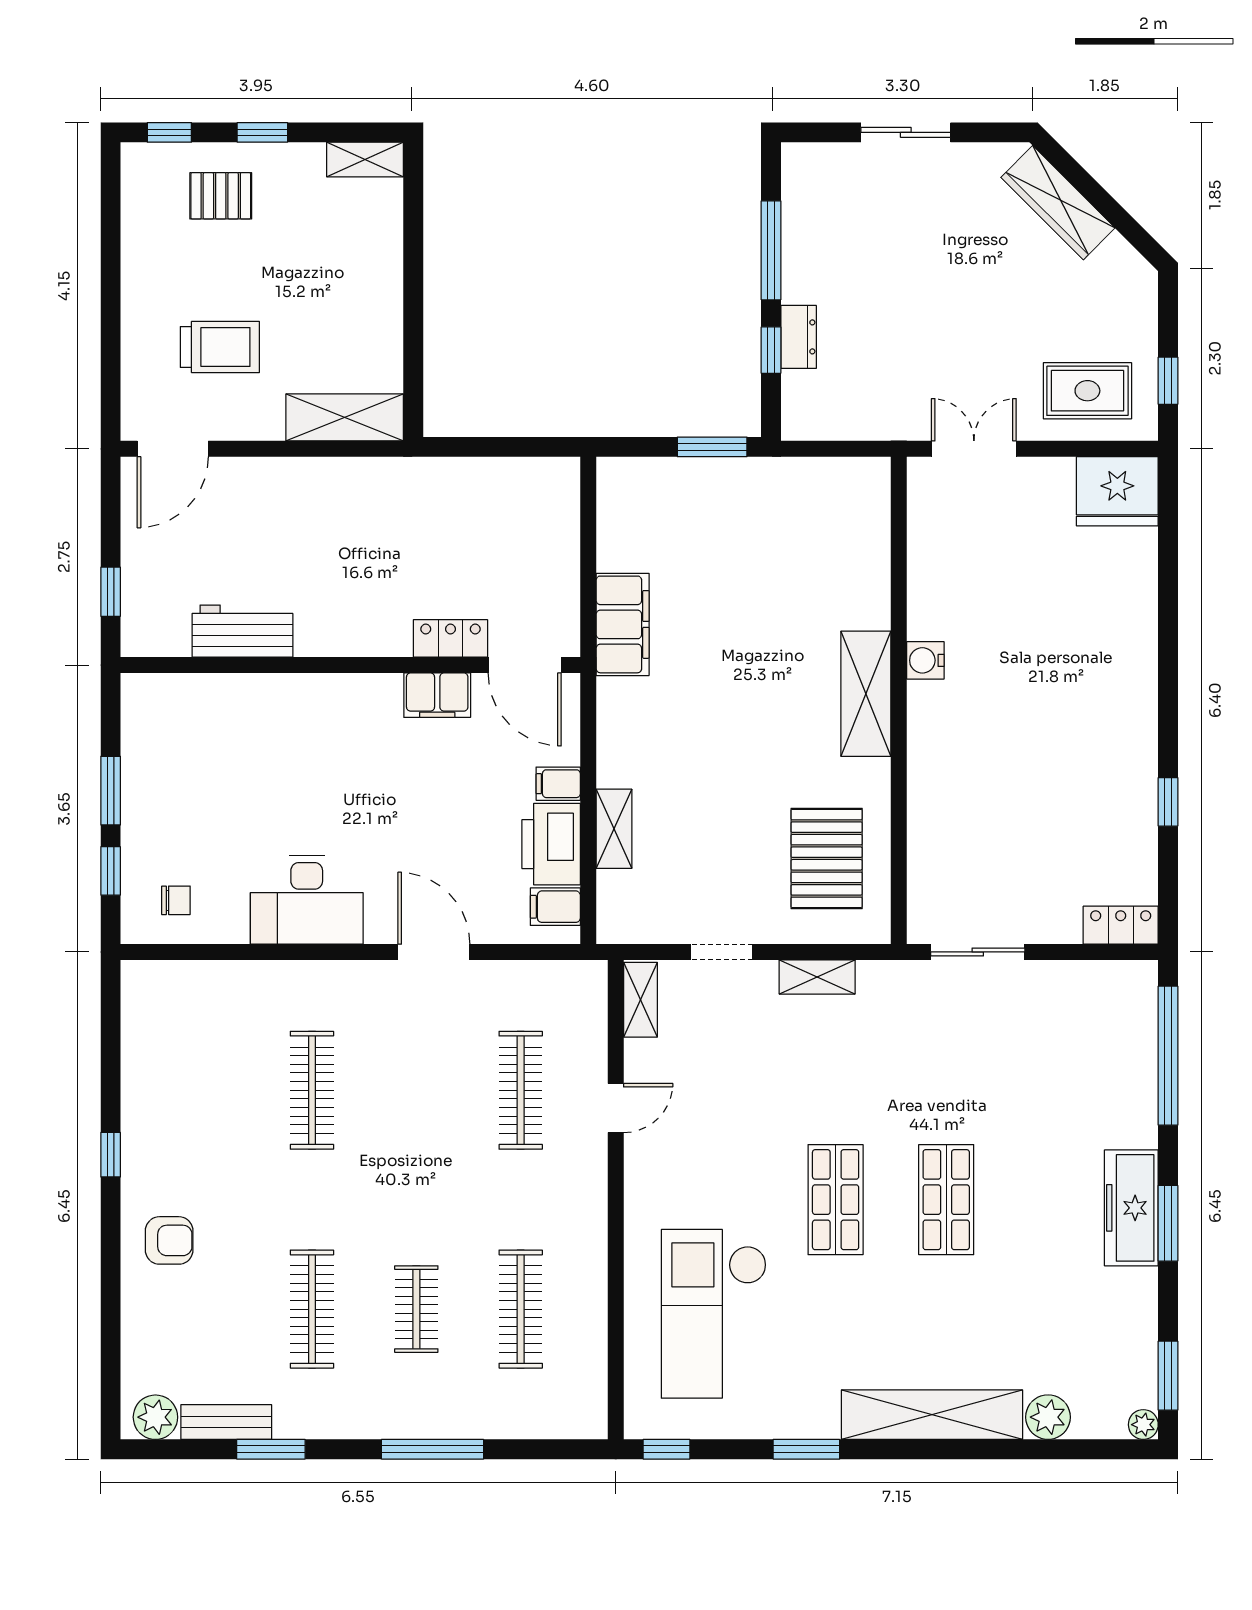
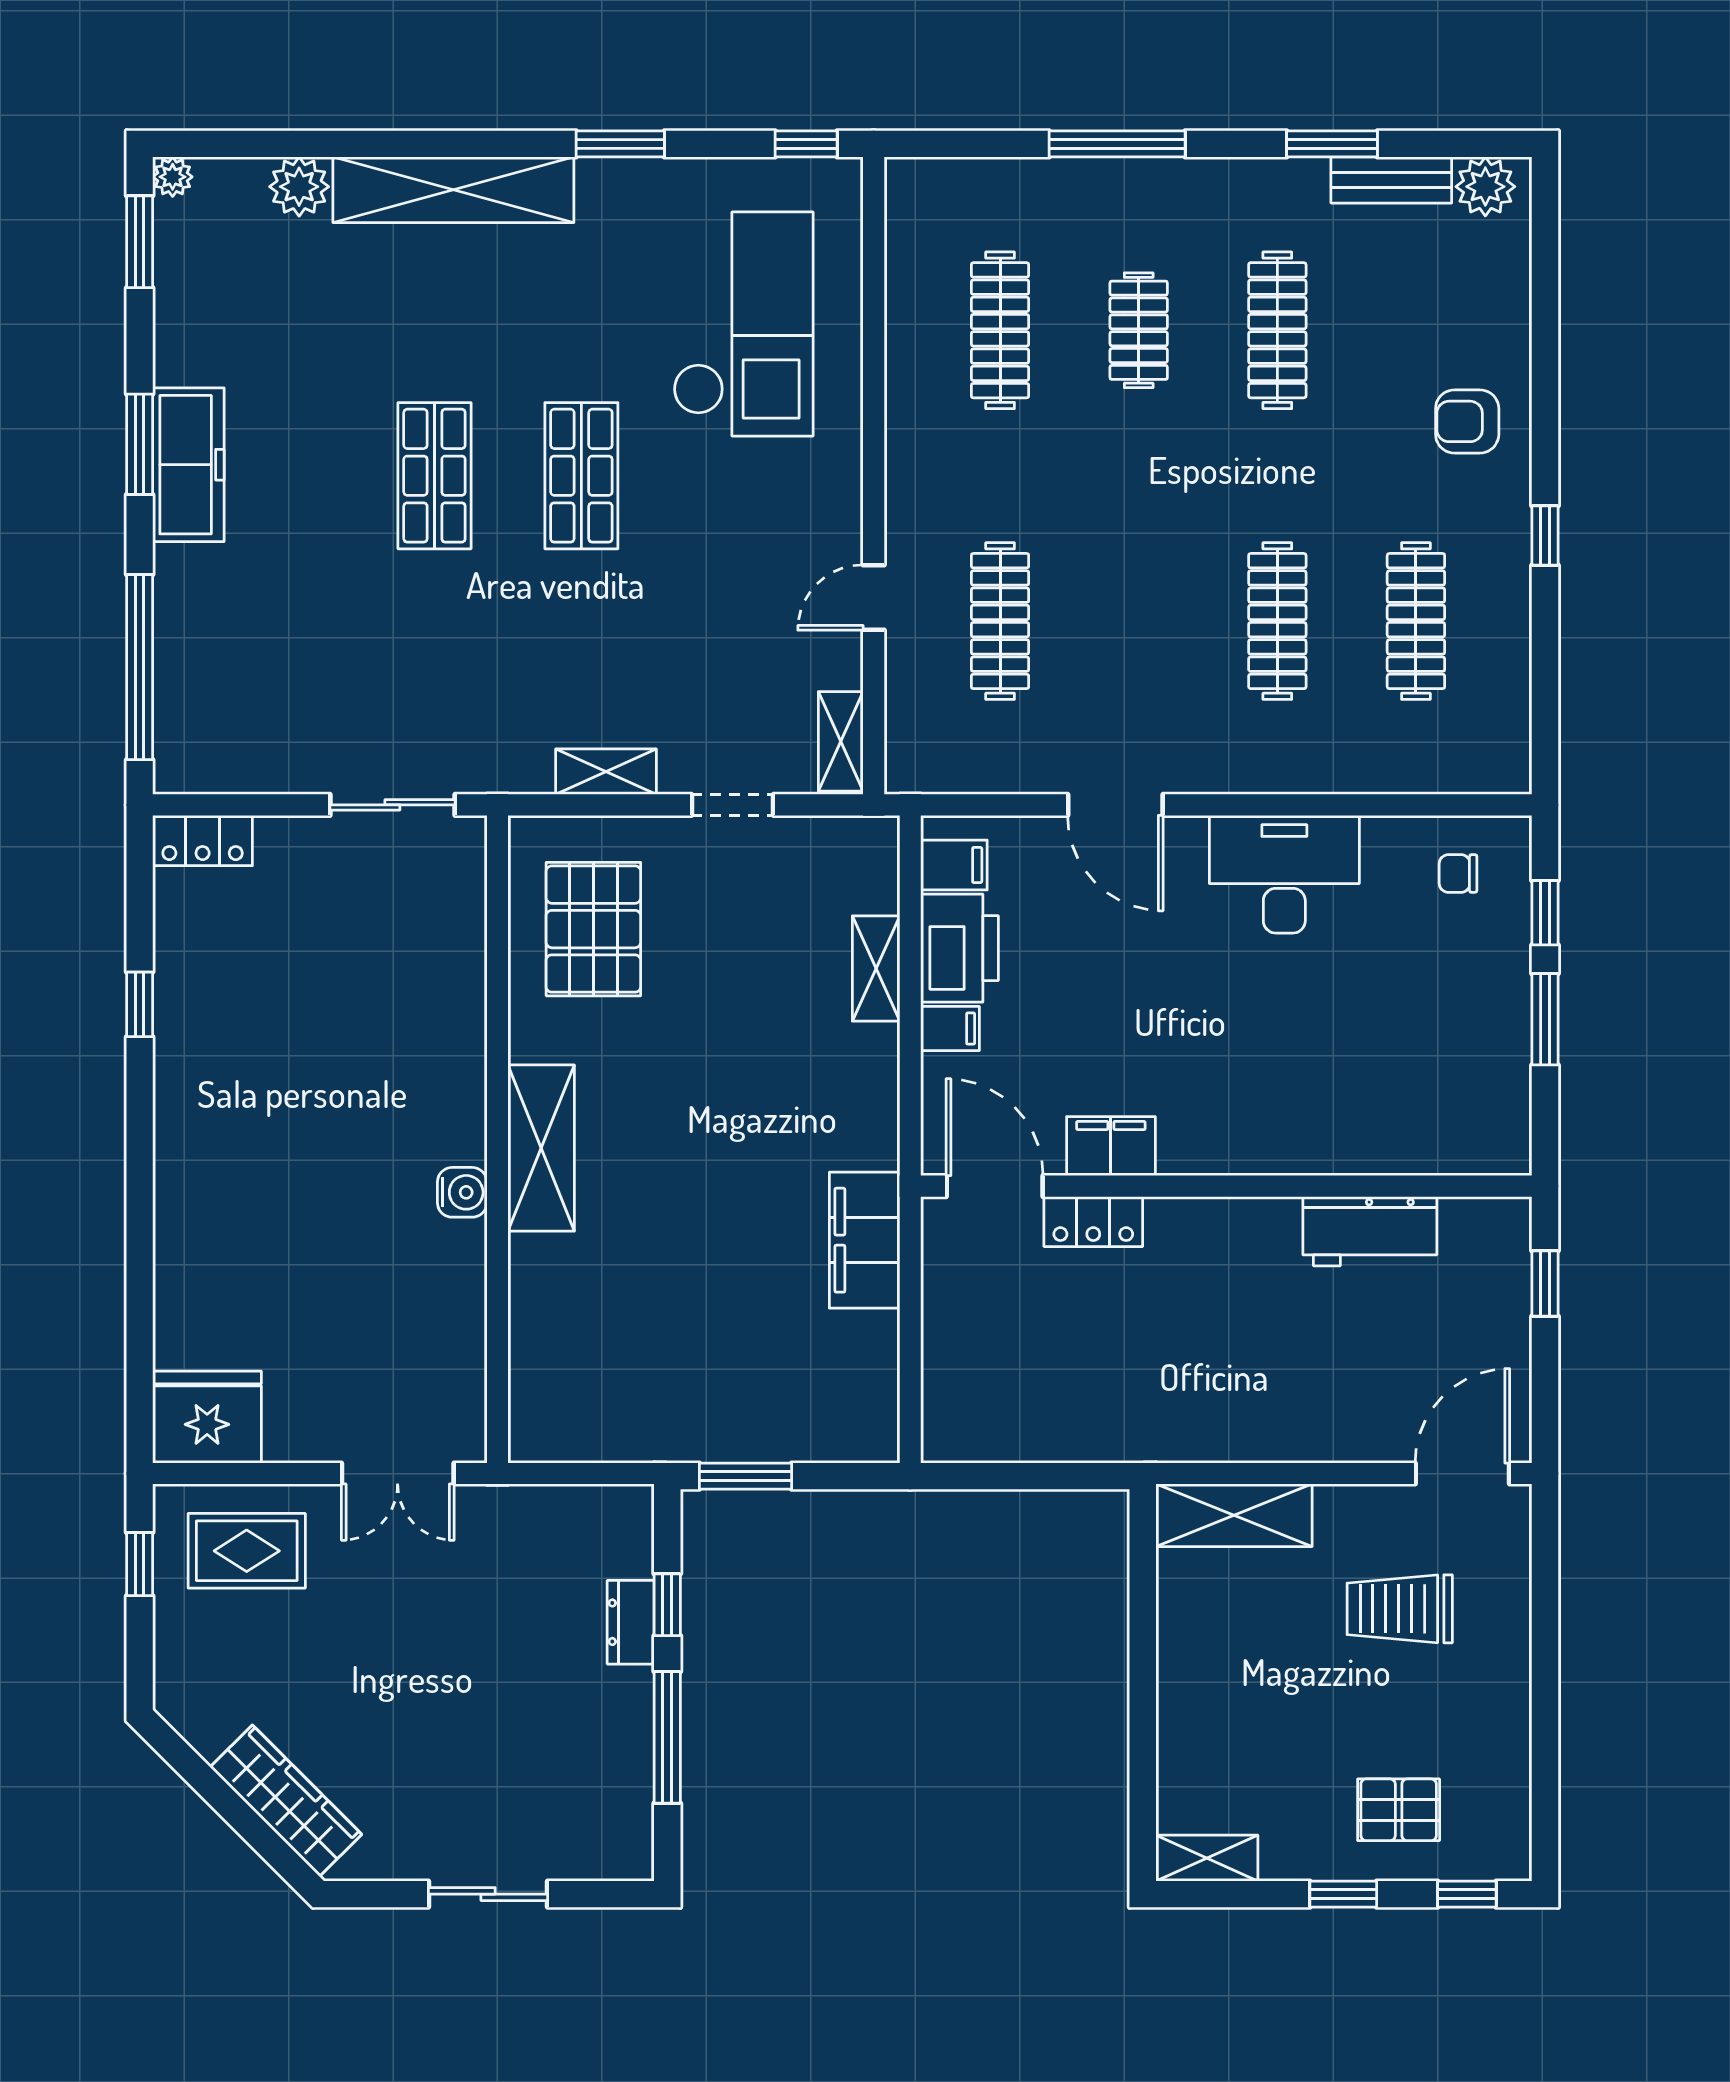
clothes rail: (208, 1090) -> (1416, 621), added

